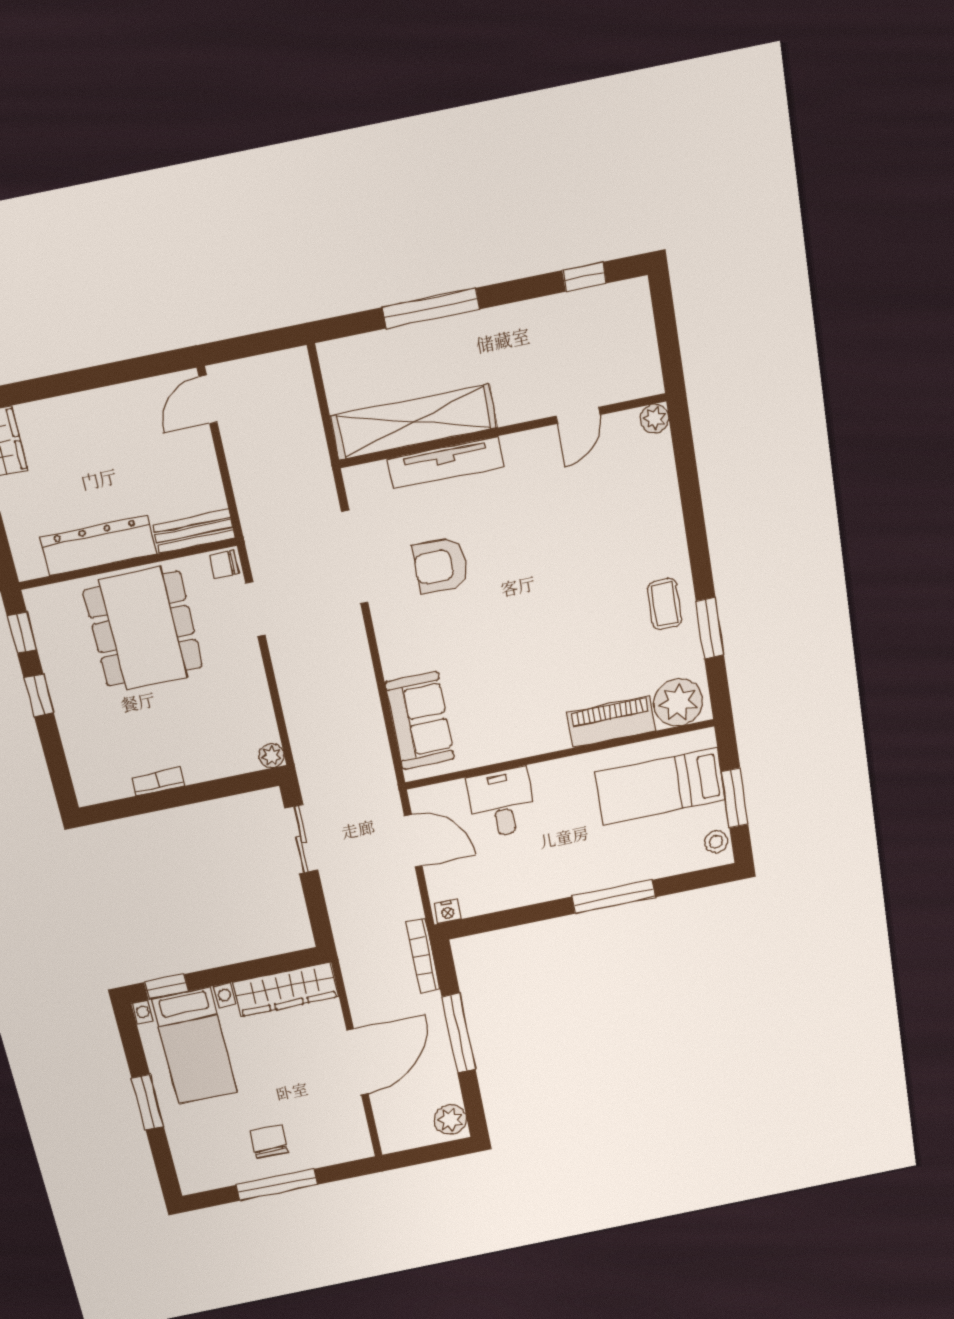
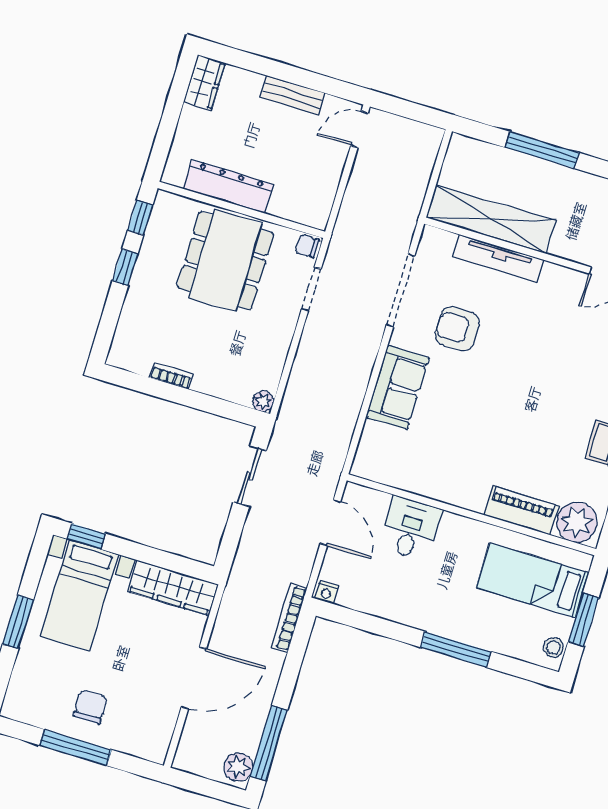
bench: (194, 531) -> (293, 95), moved
sofa: (420, 721) -> (397, 387), moved
window: (459, 1033) -> (269, 743), moved

